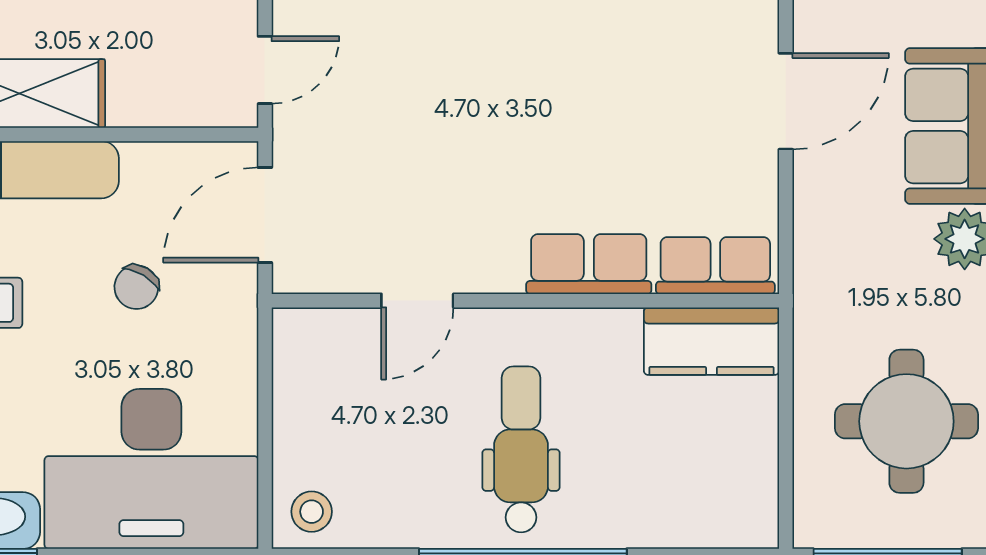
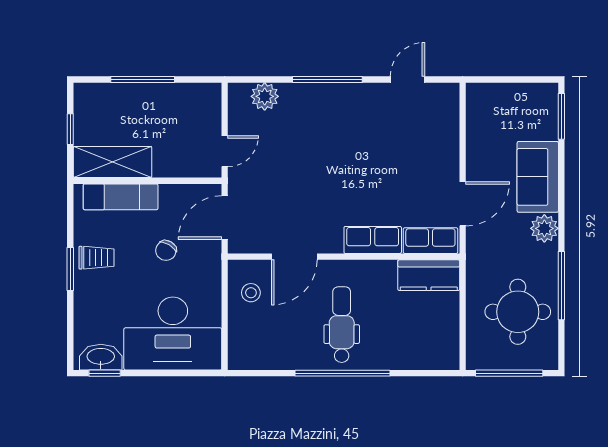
door: (786, 101) -> (463, 204), moved
door: (417, 301) -> (294, 257), width x1.38
stool: (312, 512) -> (251, 293), moved

